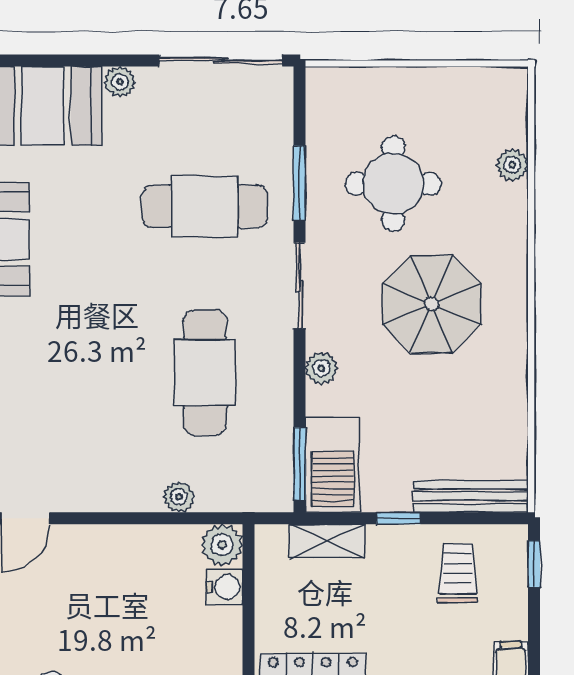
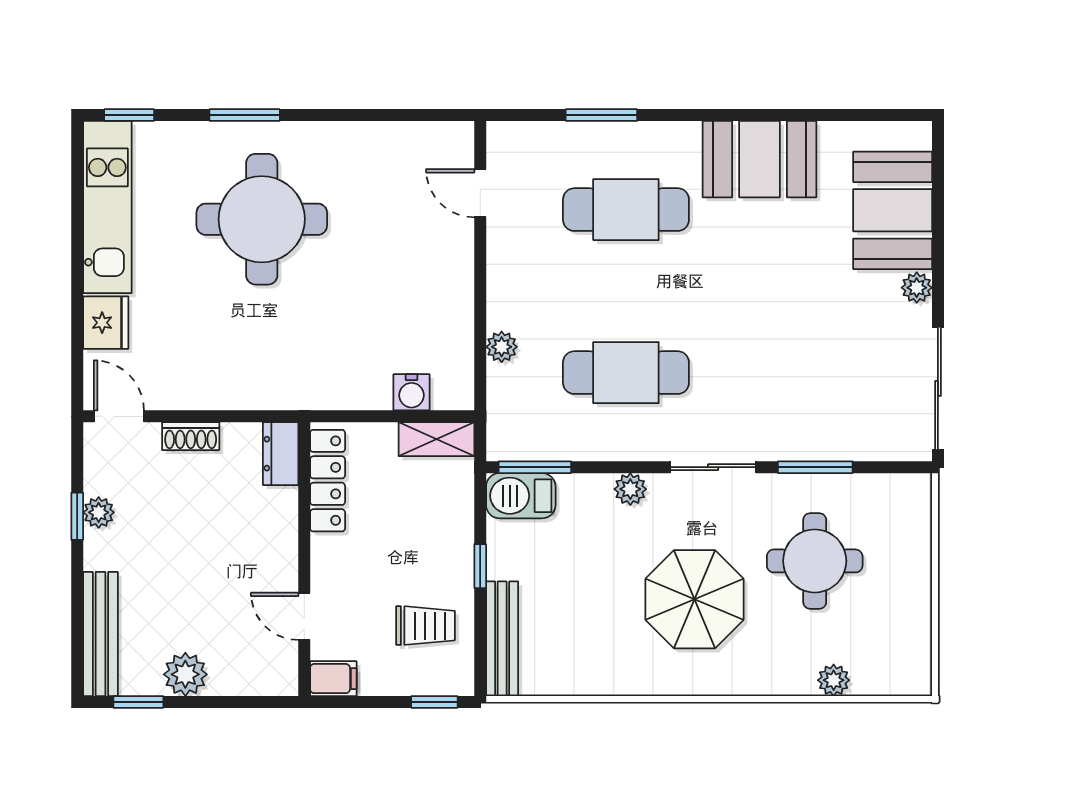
cafe table: (205, 206) -> (626, 210), moved, turned 90
barbecue: (333, 465) -> (521, 496), width x0.73, depth x0.83
shelving: (327, 541) -> (437, 439), moved, turned 90
plant: (222, 545) -> (454, 390), removed

